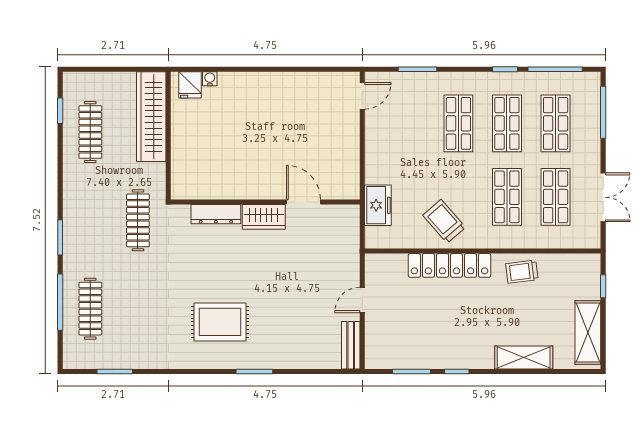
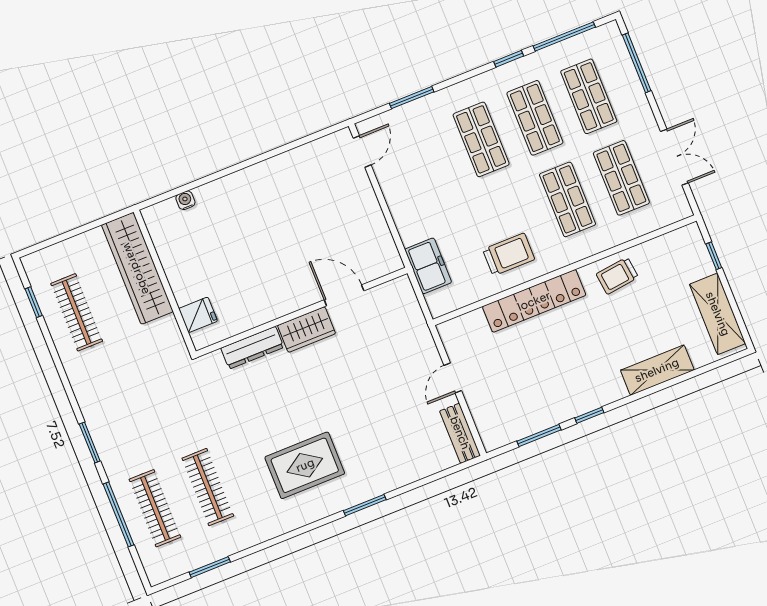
fridge: (190, 85) -> (198, 315), moved, turned -90
clothes rail: (138, 220) -> (208, 487), moved
trolley: (444, 221) -> (509, 254), turned 131

